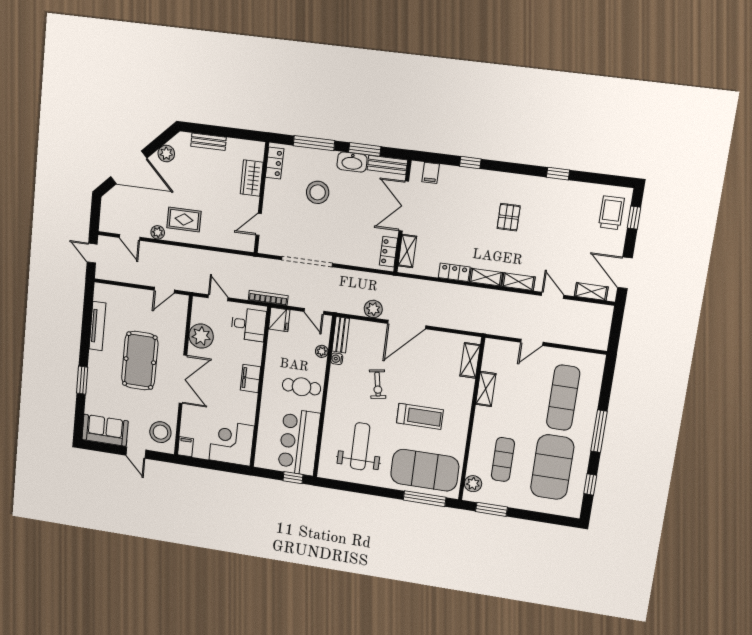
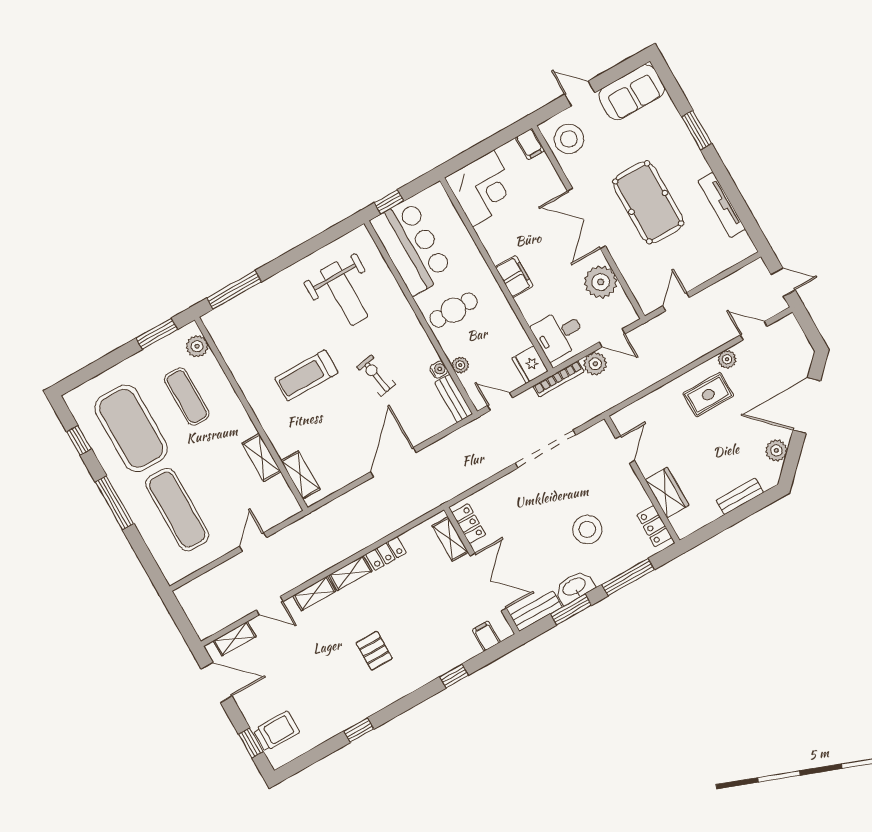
trolley: (611, 213) -> (276, 731), turned -90
plant: (373, 309) -> (595, 364), moved
exercise mat: (425, 470) -> (258, 321), removed

